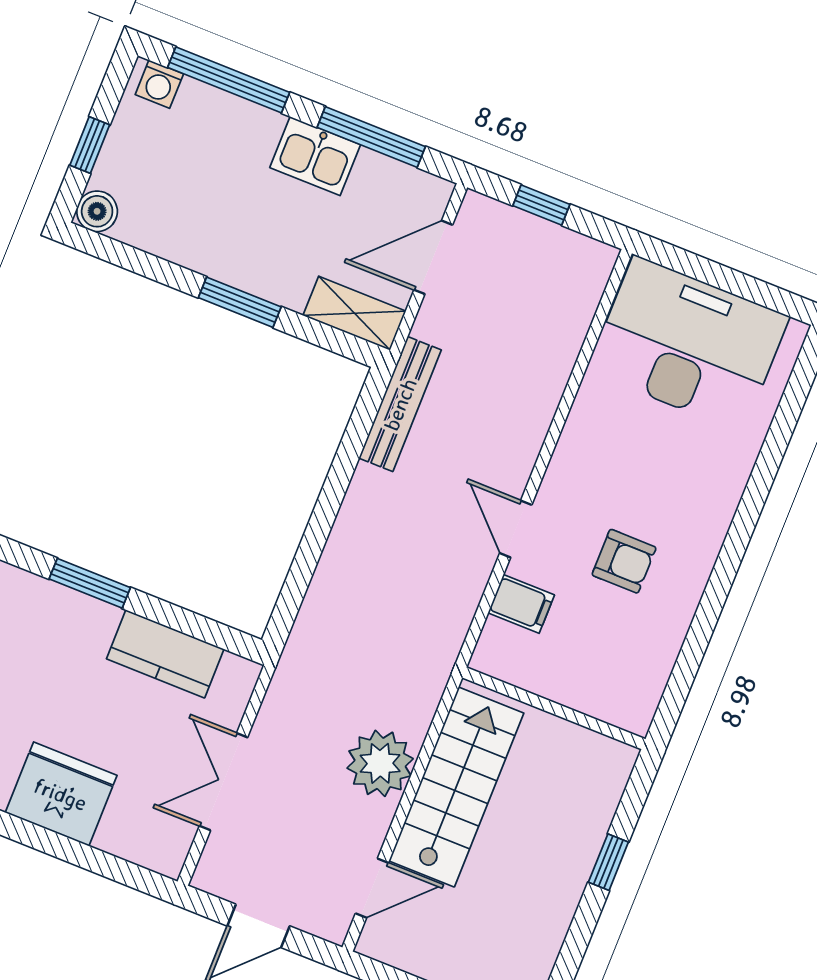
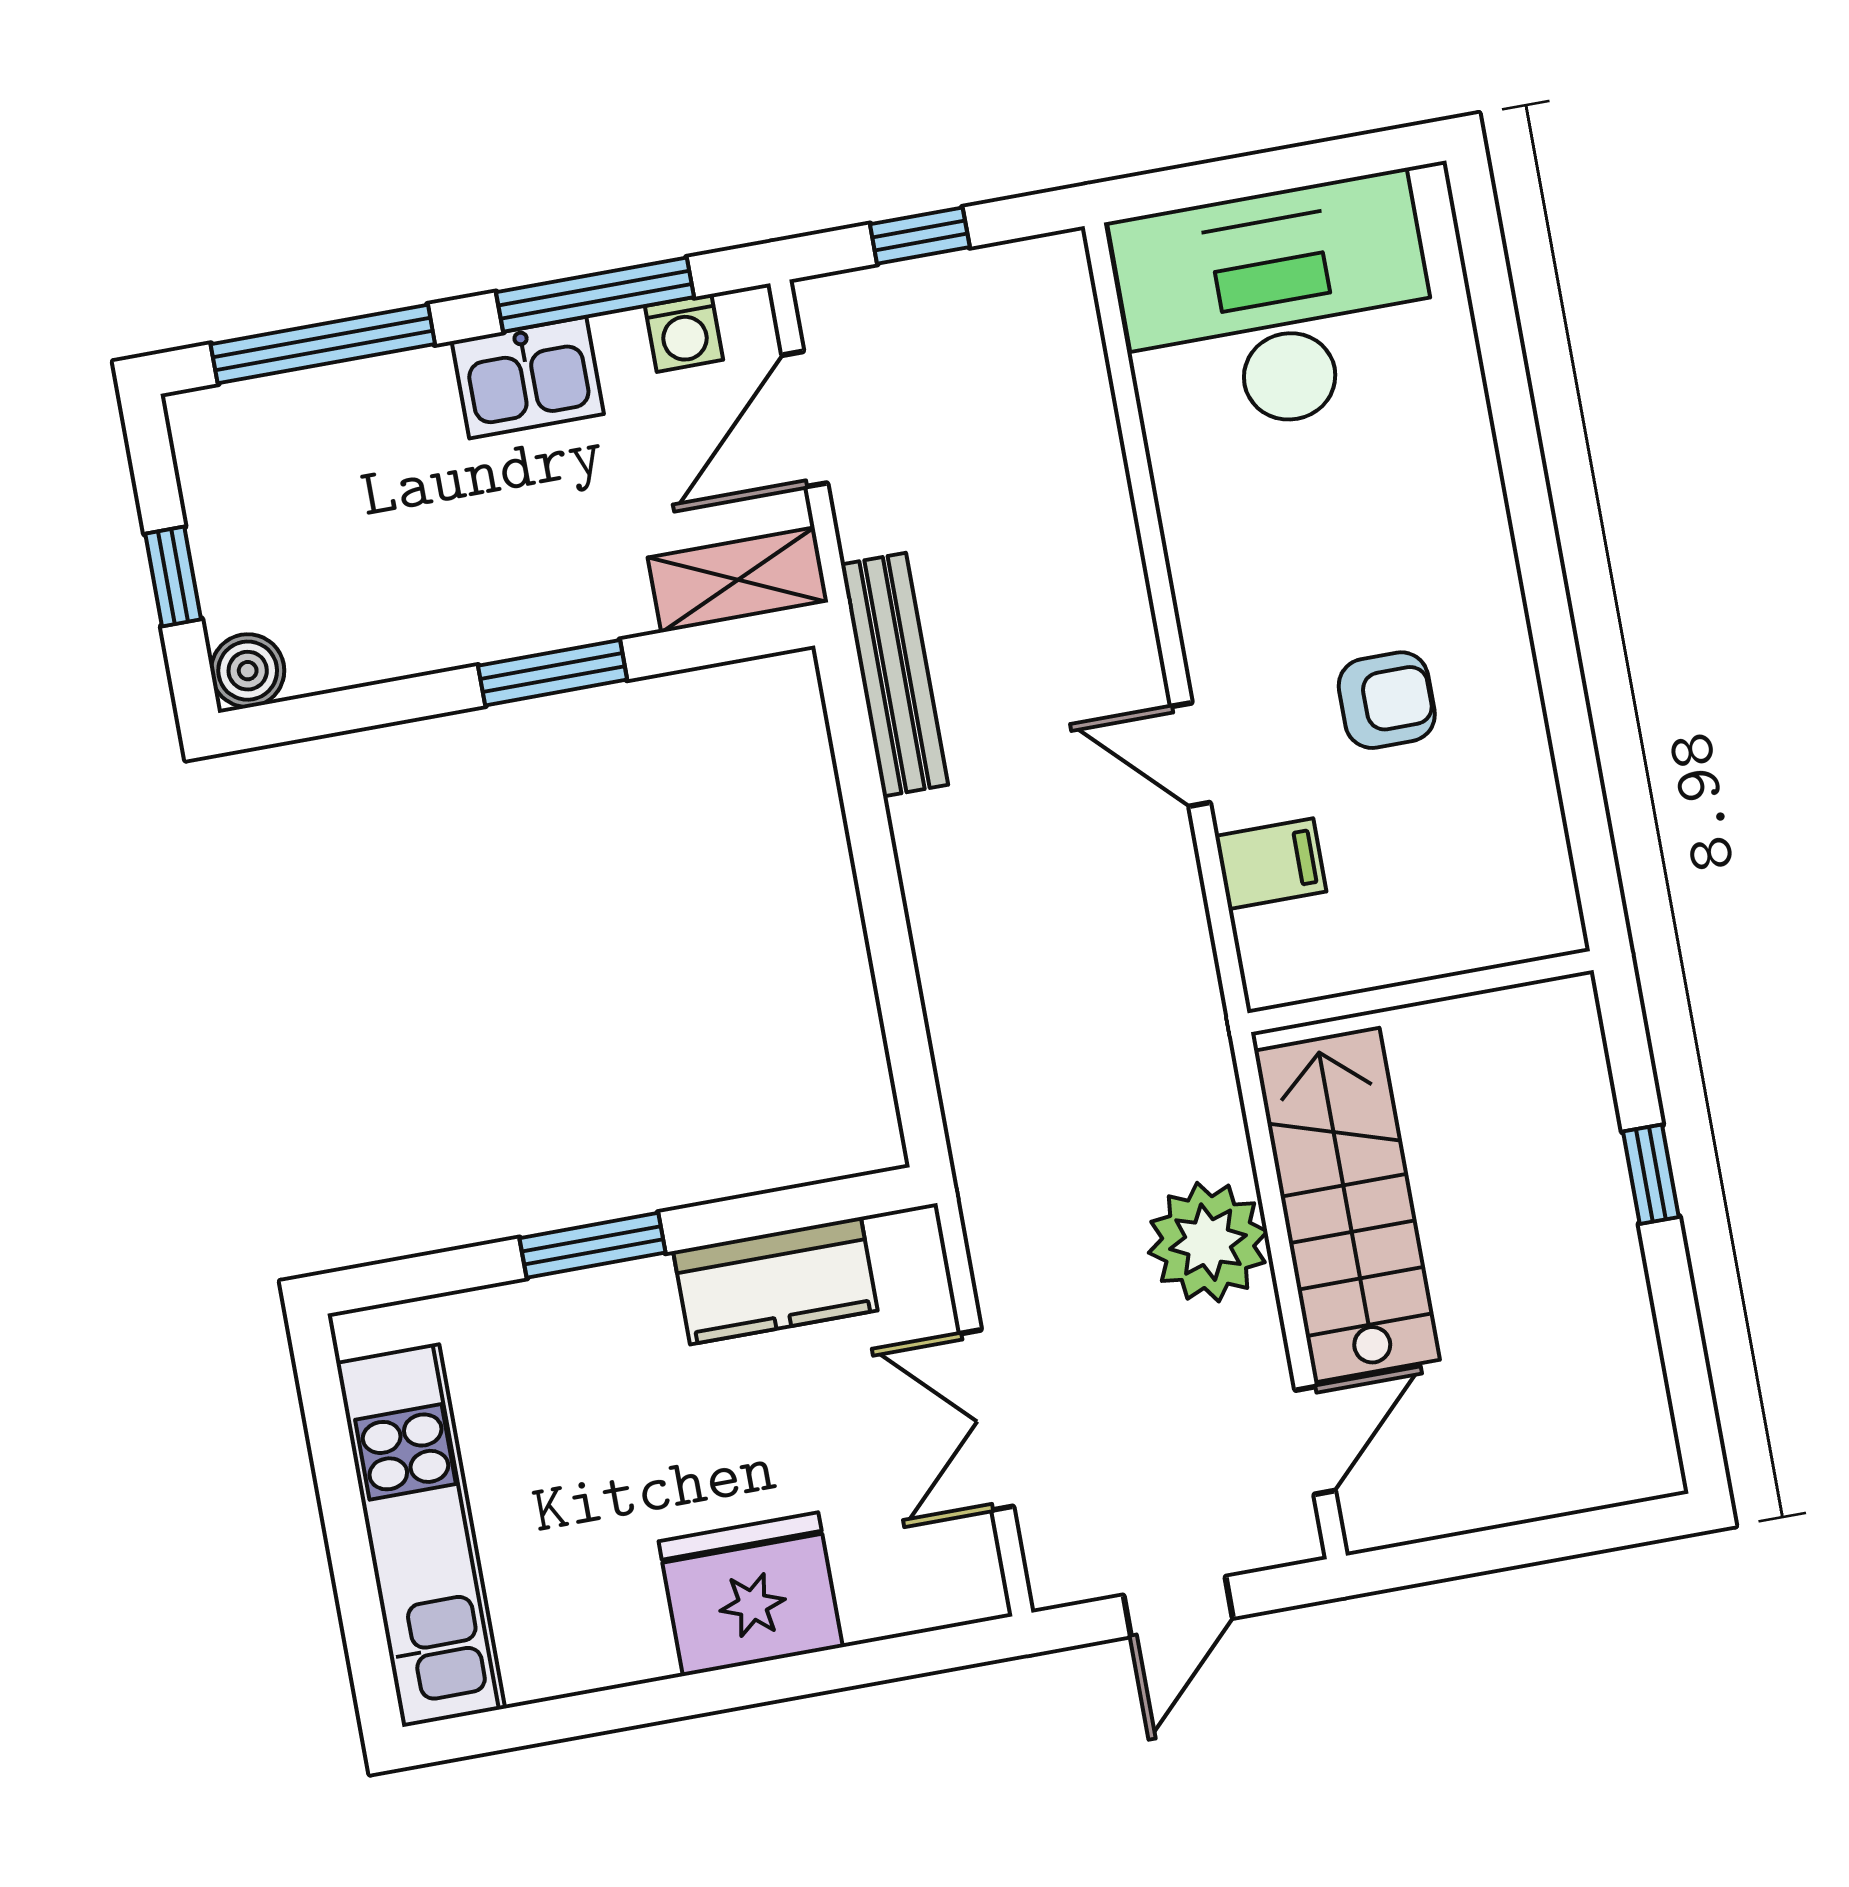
washing machine: (159, 84) -> (684, 333), moved

